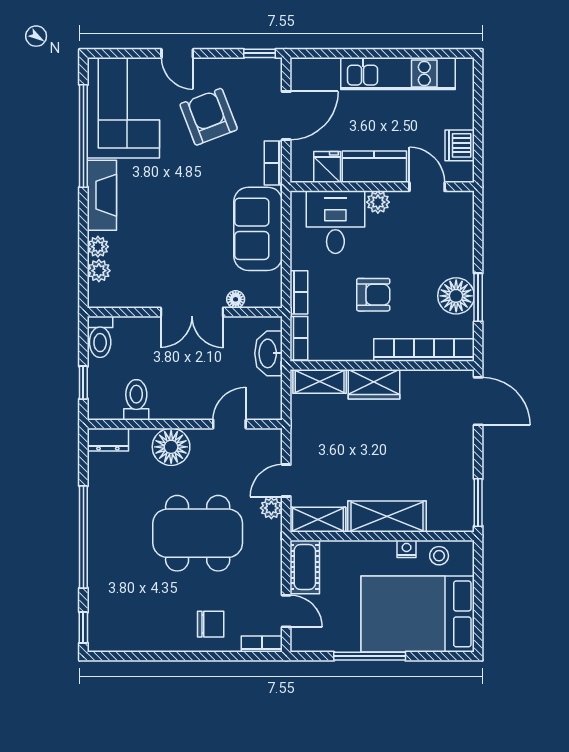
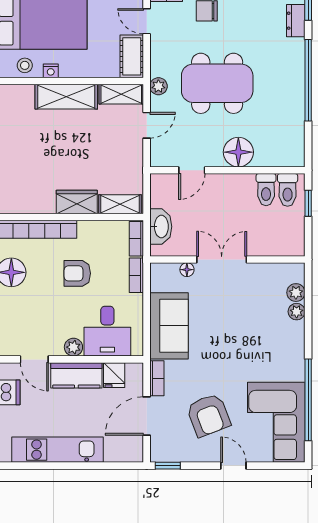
fireplace: (102, 195) -> (293, 353), removed
toilet: (100, 337) -> (288, 190), moved, turned 180
dresser: (108, 440) -> (296, 21), moved, turned -90
plant: (271, 508) -> (158, 86), moved

